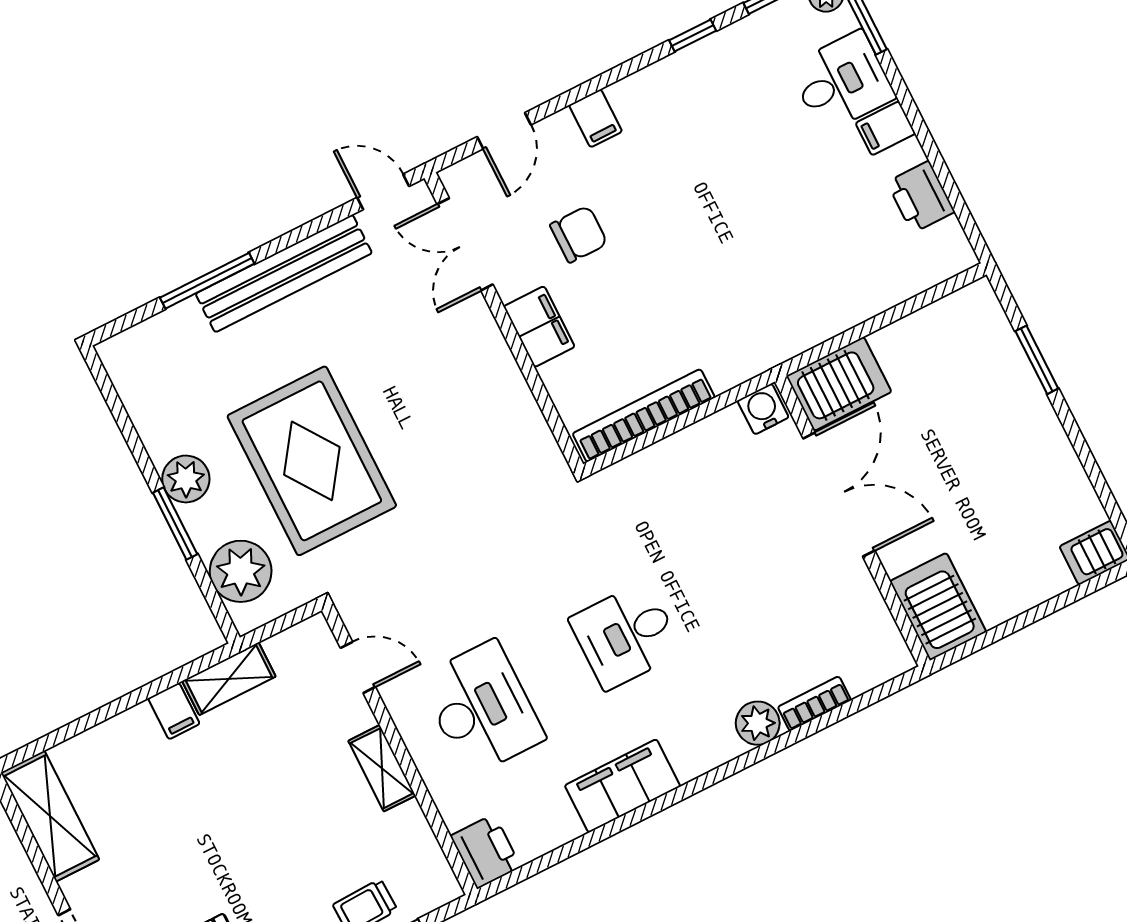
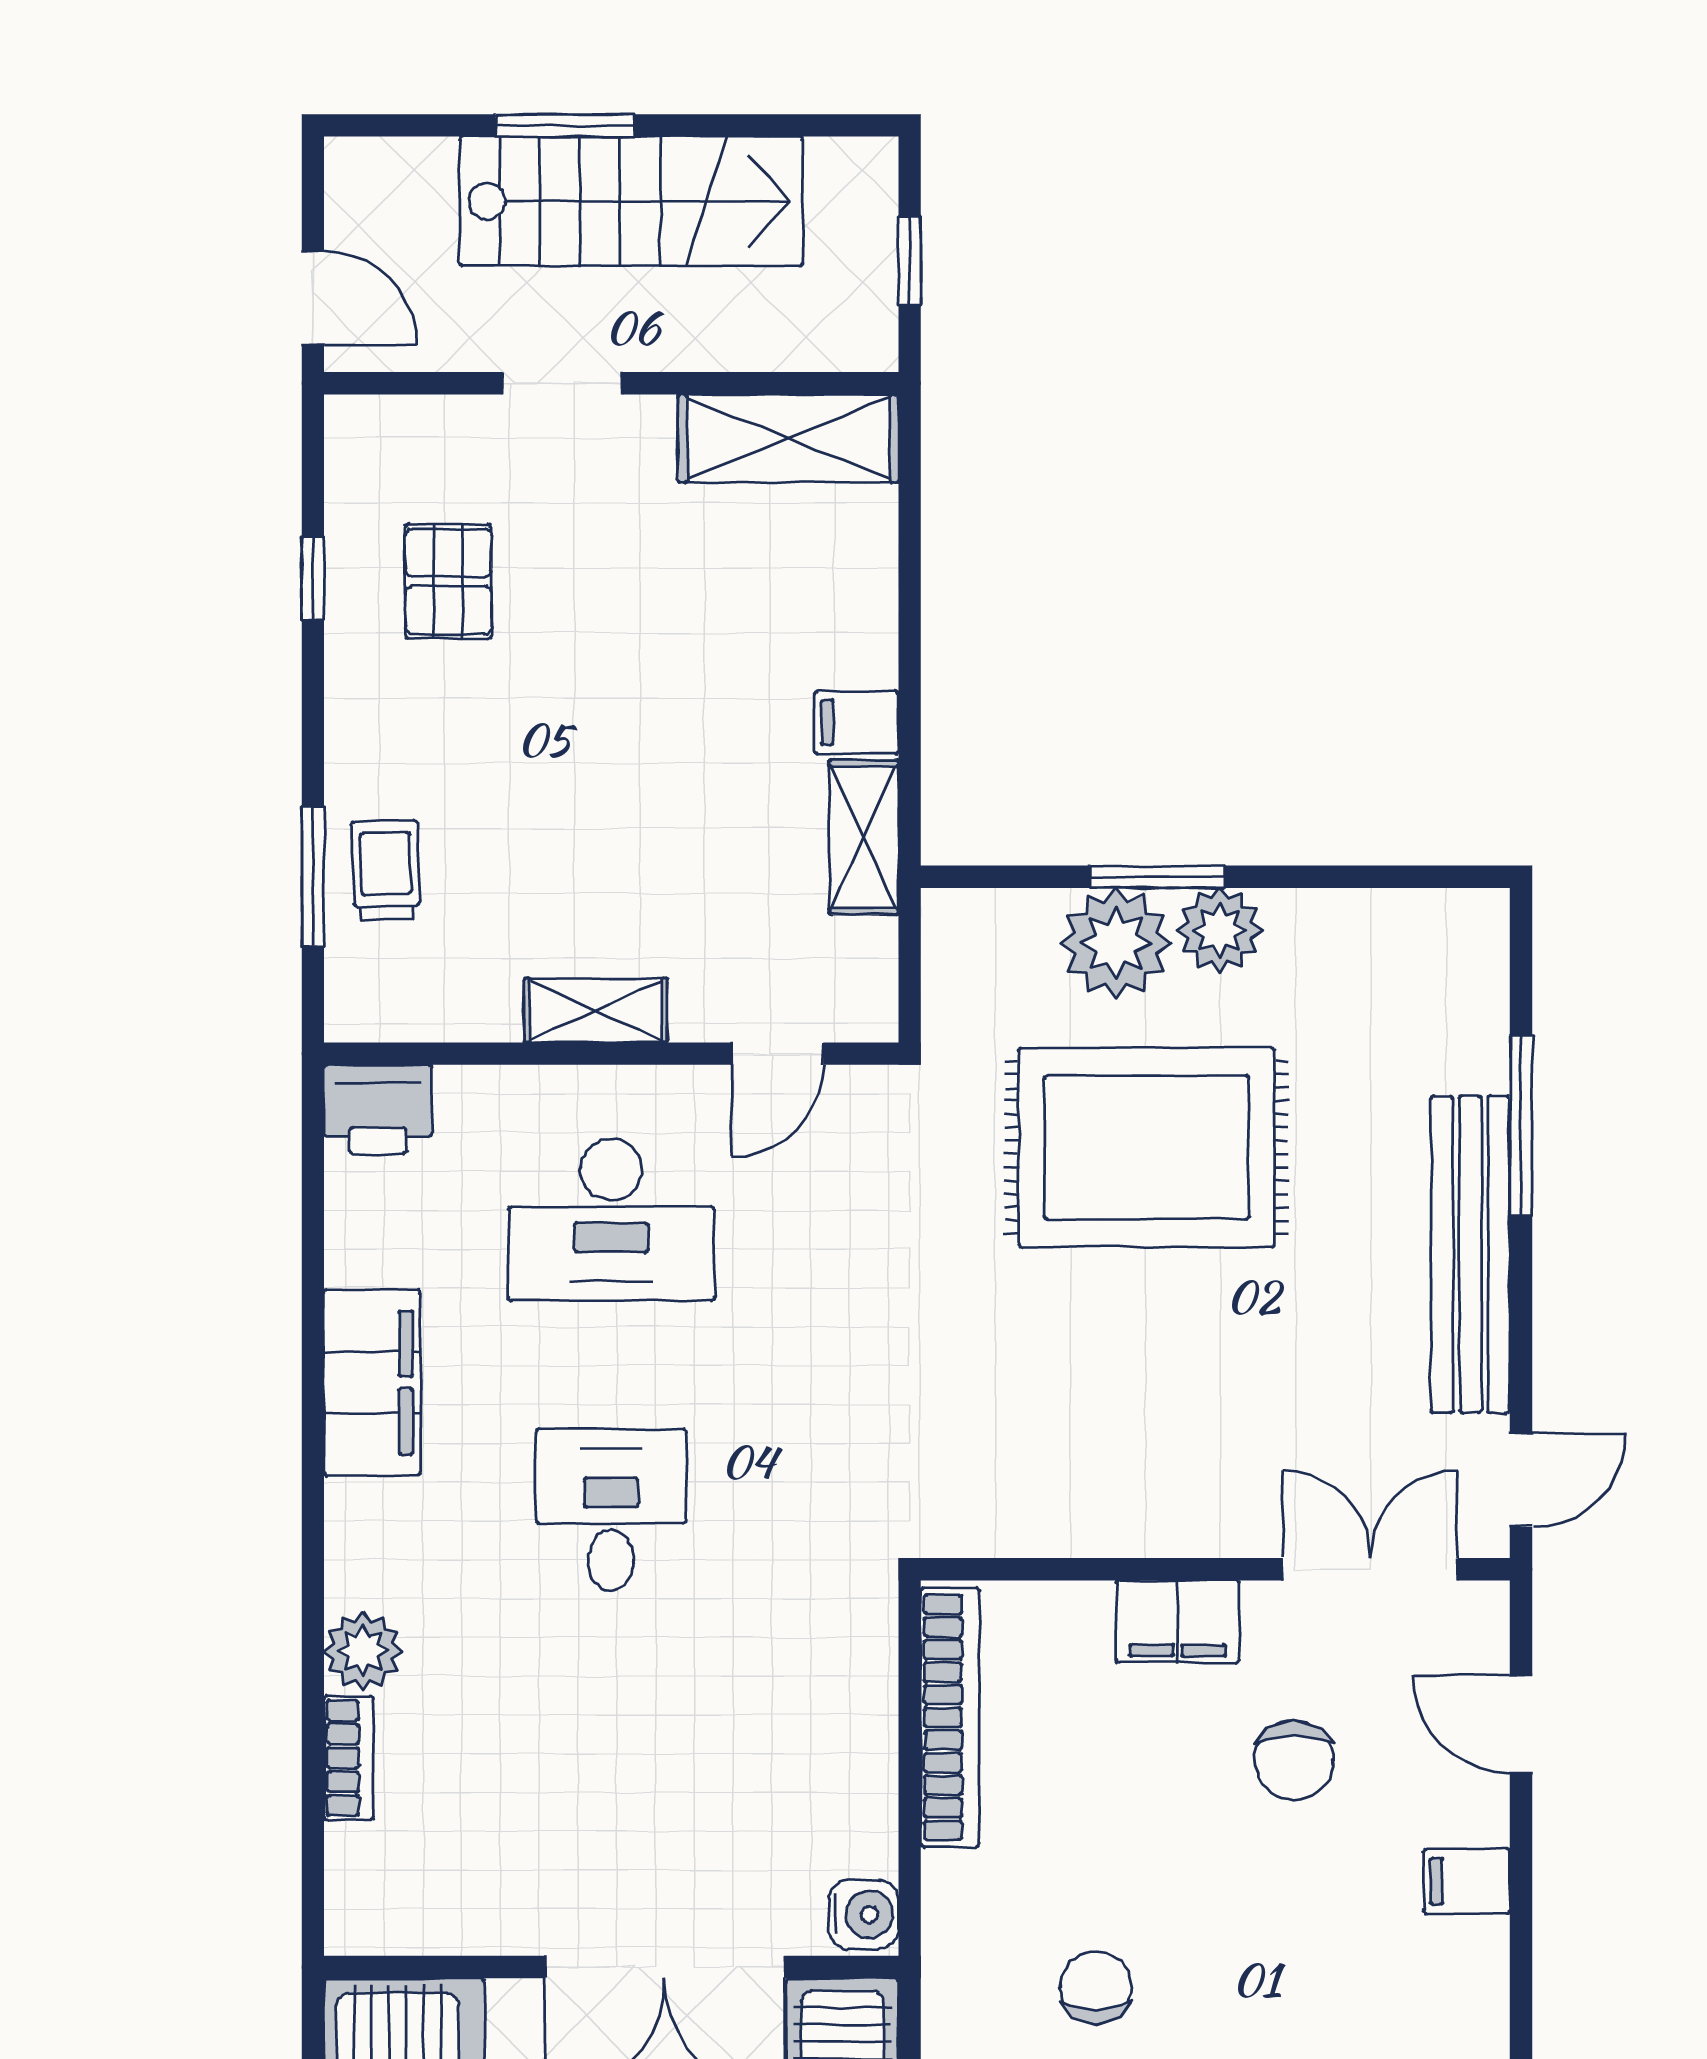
chair: (741, 276) -> (1096, 1987), added
plant: (241, 571) -> (1116, 943), moved

